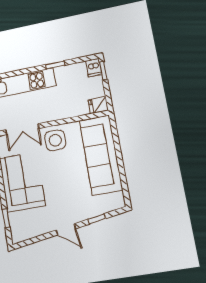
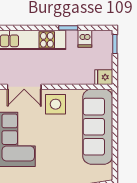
dishwasher: (94, 68) -> (85, 39), moved

